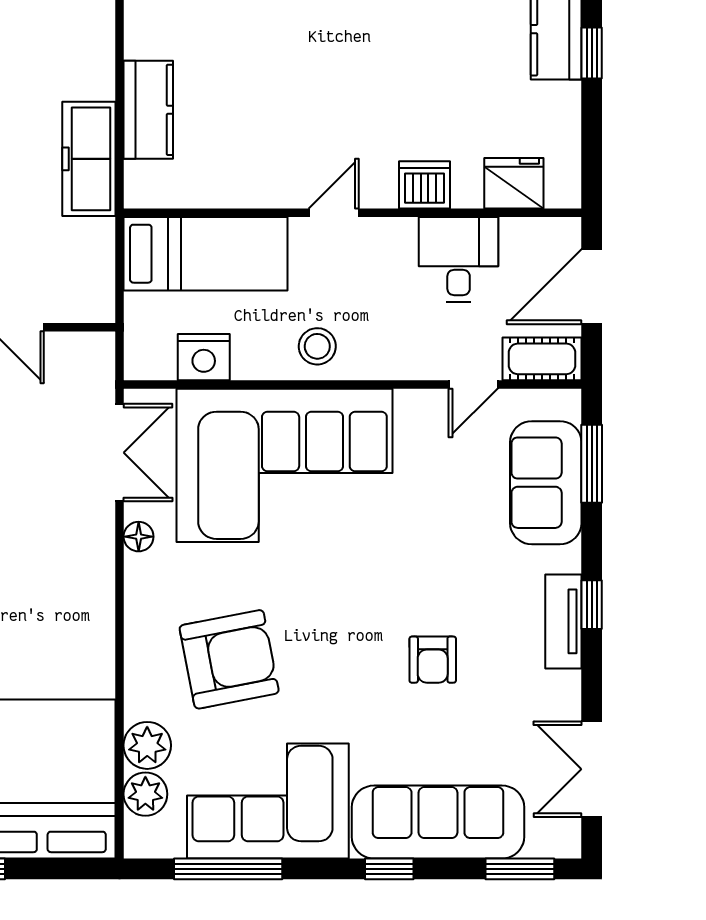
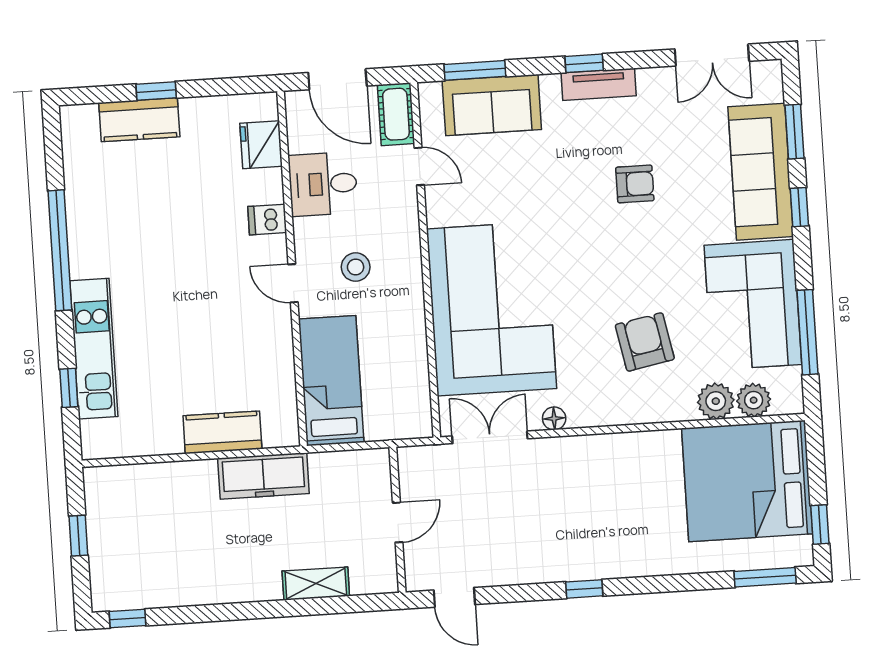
dishwasher: (424, 185) -> (267, 220), width x0.73
stool: (317, 346) -> (356, 267), moved
nightstand: (204, 357) -> (412, 377), removed
armchair: (229, 659) -> (645, 342), width x0.73, depth x0.73
window: (520, 869) -> (795, 132), moved

